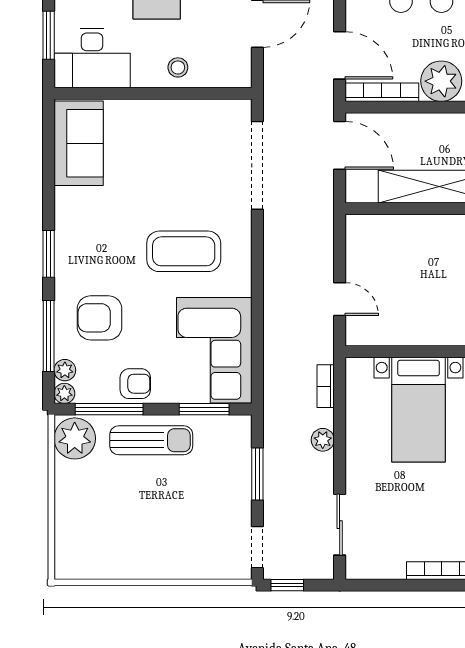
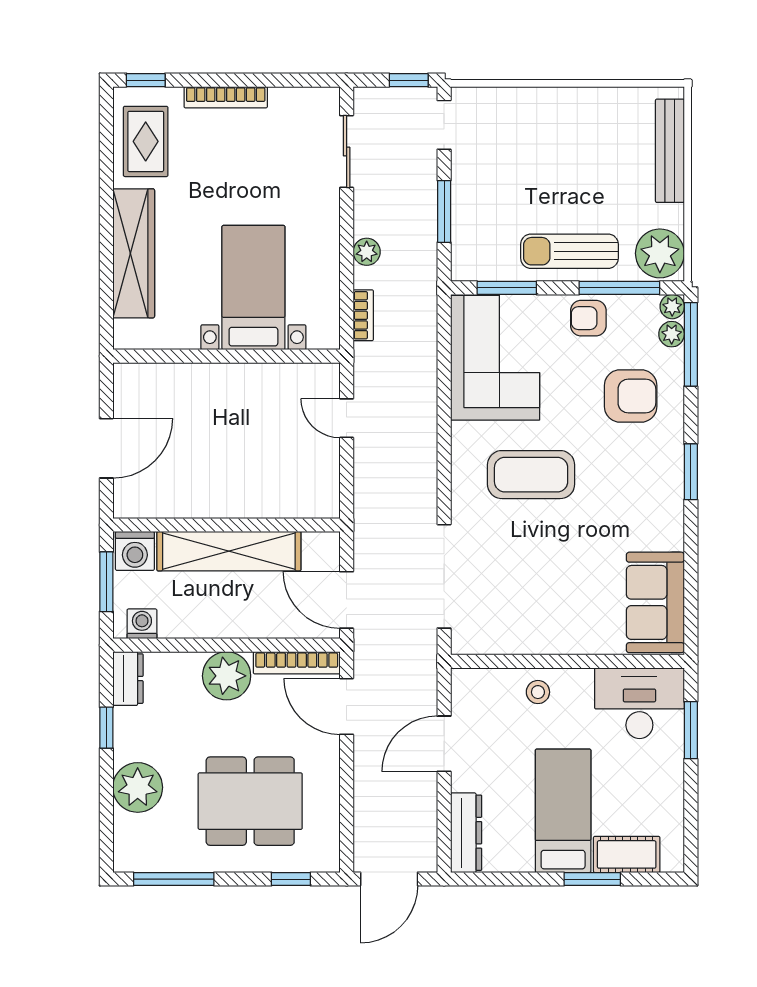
window: (49, 336) -> (691, 344), moved
bench: (66, 525) -> (670, 151), added

